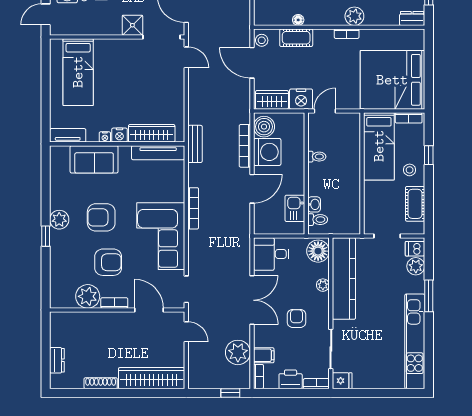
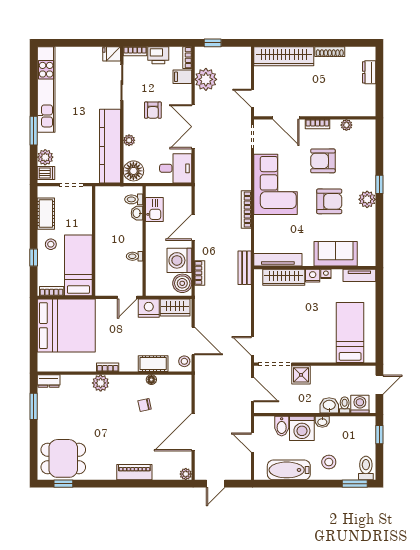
bookcase: (245, 146) -> (200, 273), width x0.64
plant: (88, 296) -> (346, 125), width x0.53, depth x0.53

